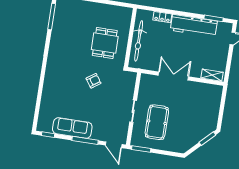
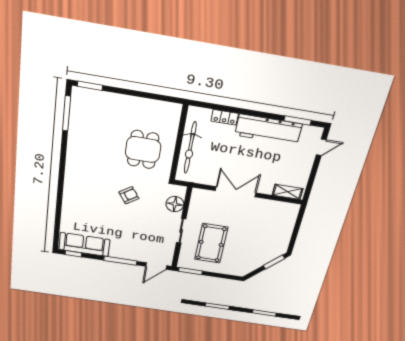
floor lamp: (128, 88) -> (175, 204), added
sofa: (72, 128) -> (84, 245), moved
door: (114, 145) -> (156, 266), hinge flipped

